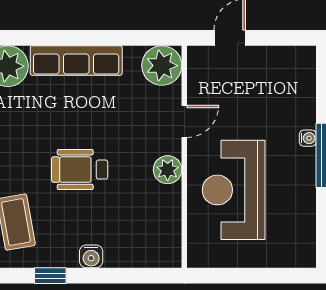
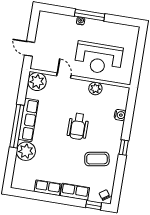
window: (58, 38) -> (17, 126), added
plant: (168, 170) -> (95, 88), moved
water cooler: (91, 256) -> (120, 115), moved

